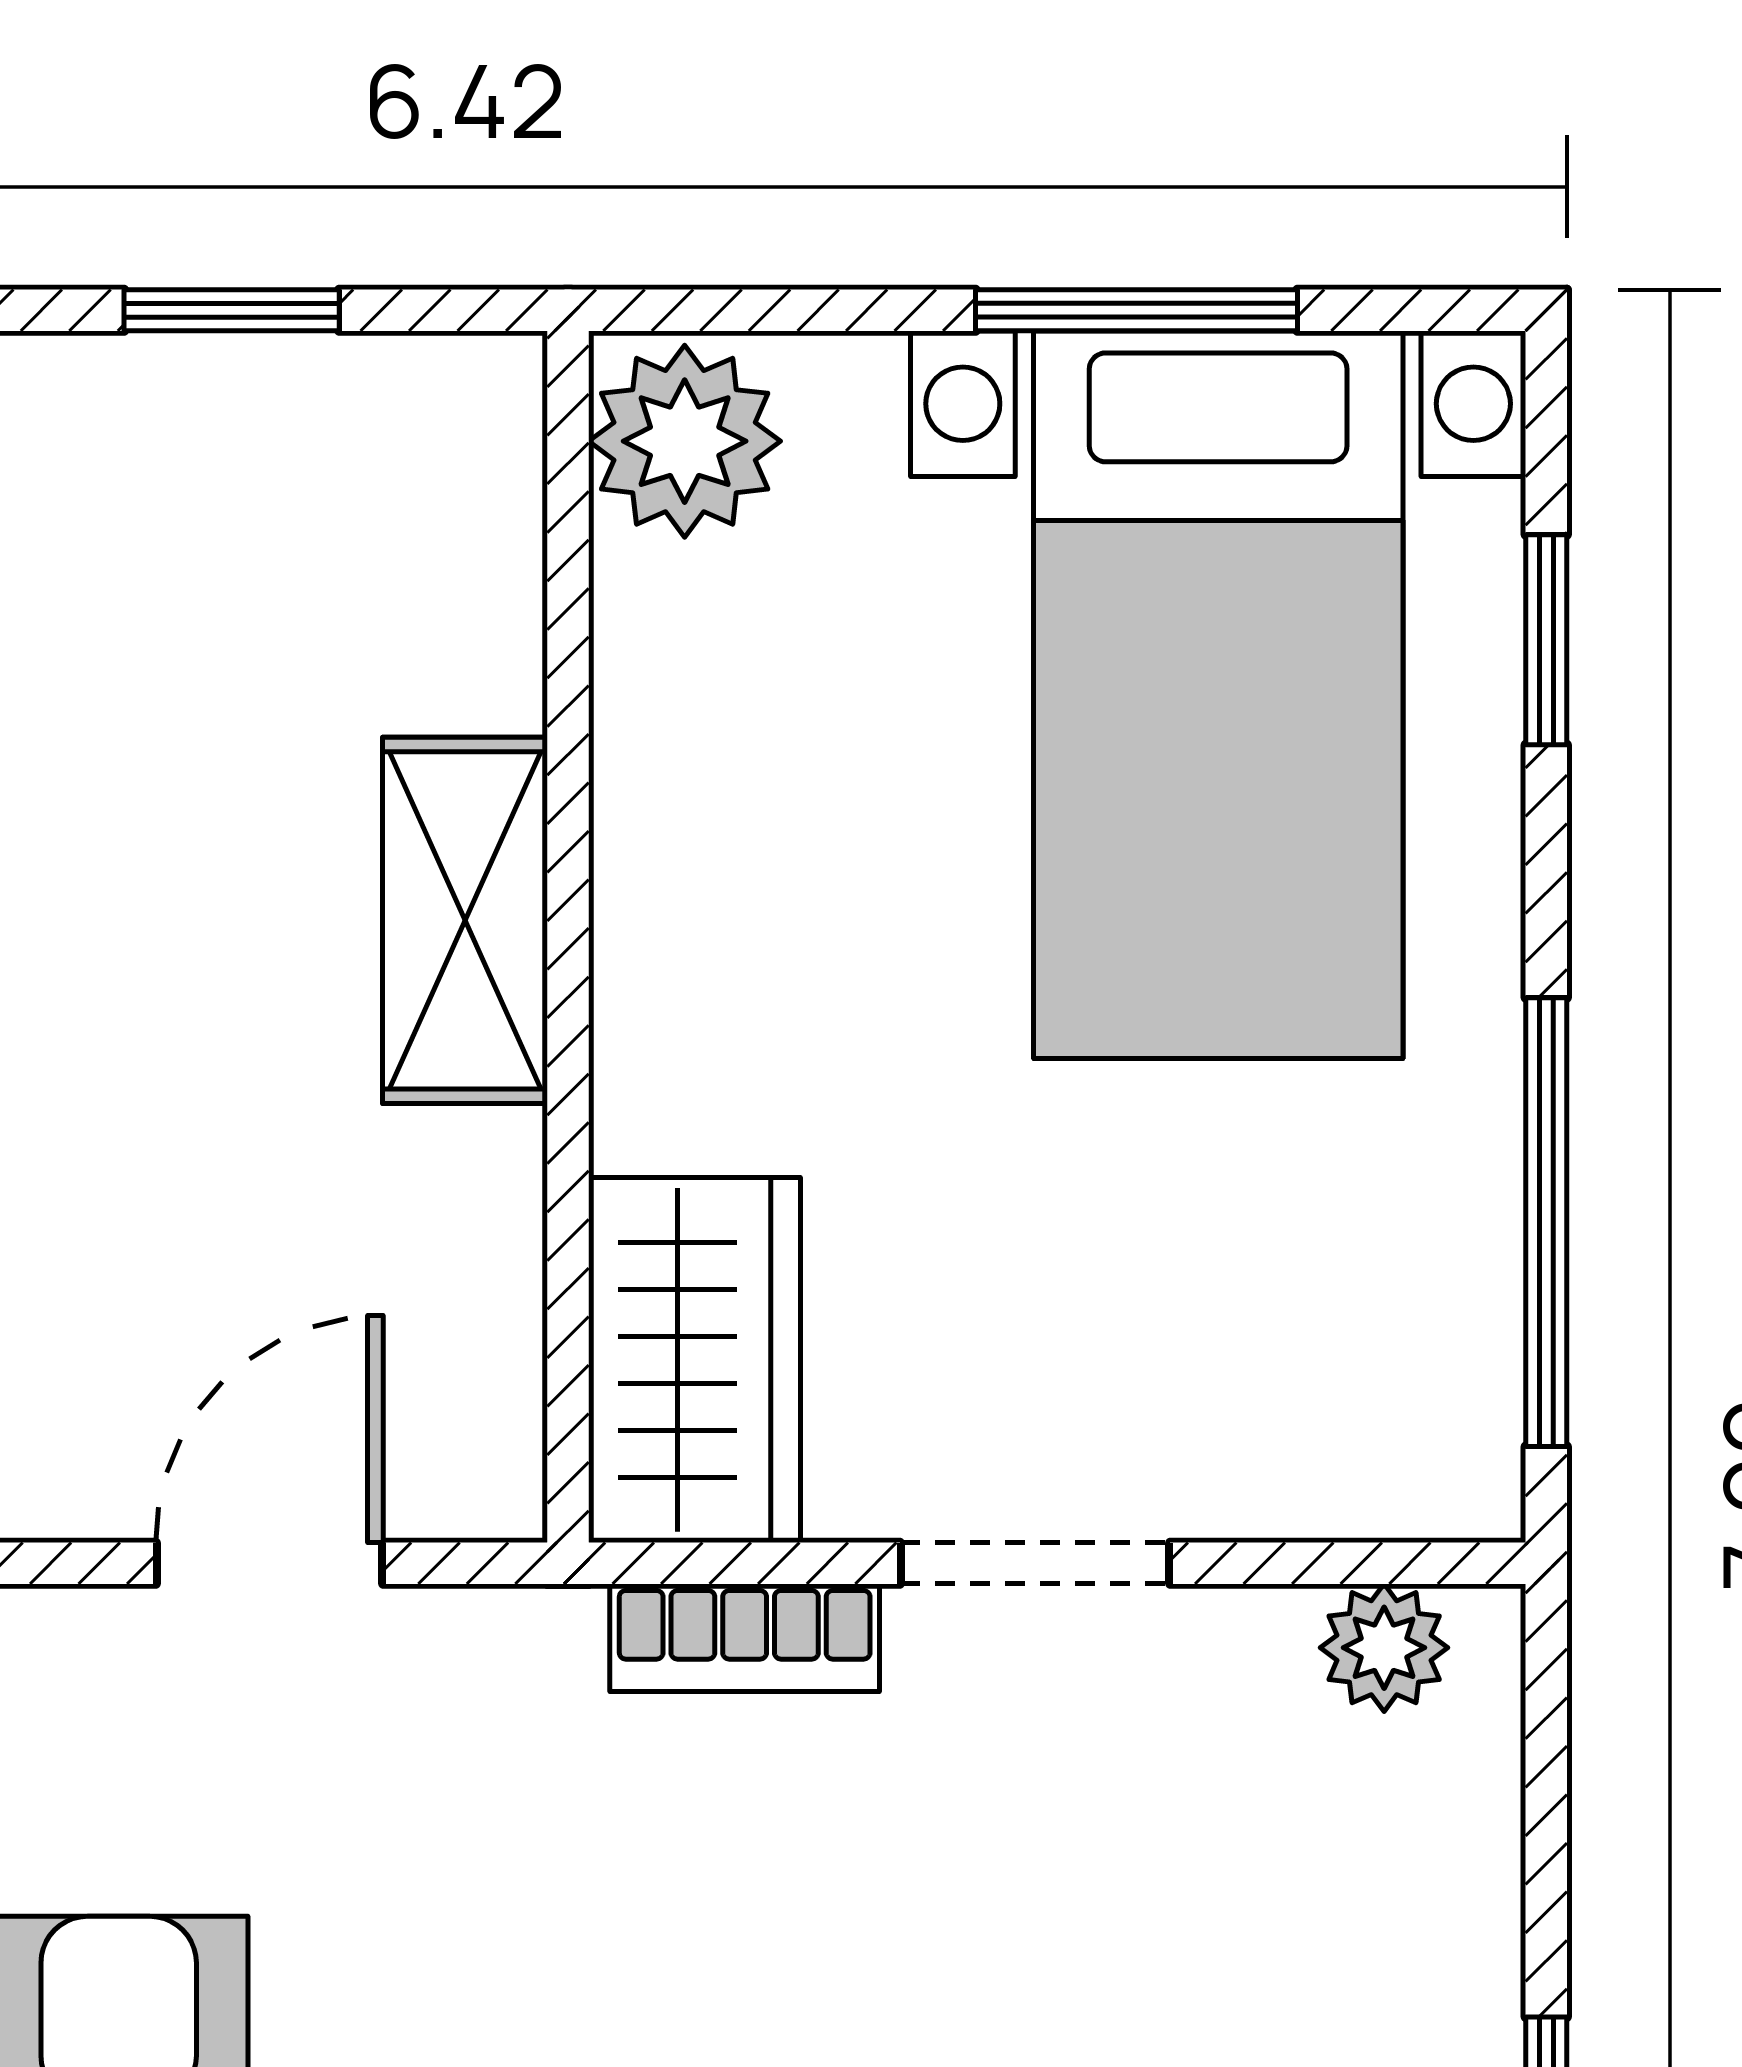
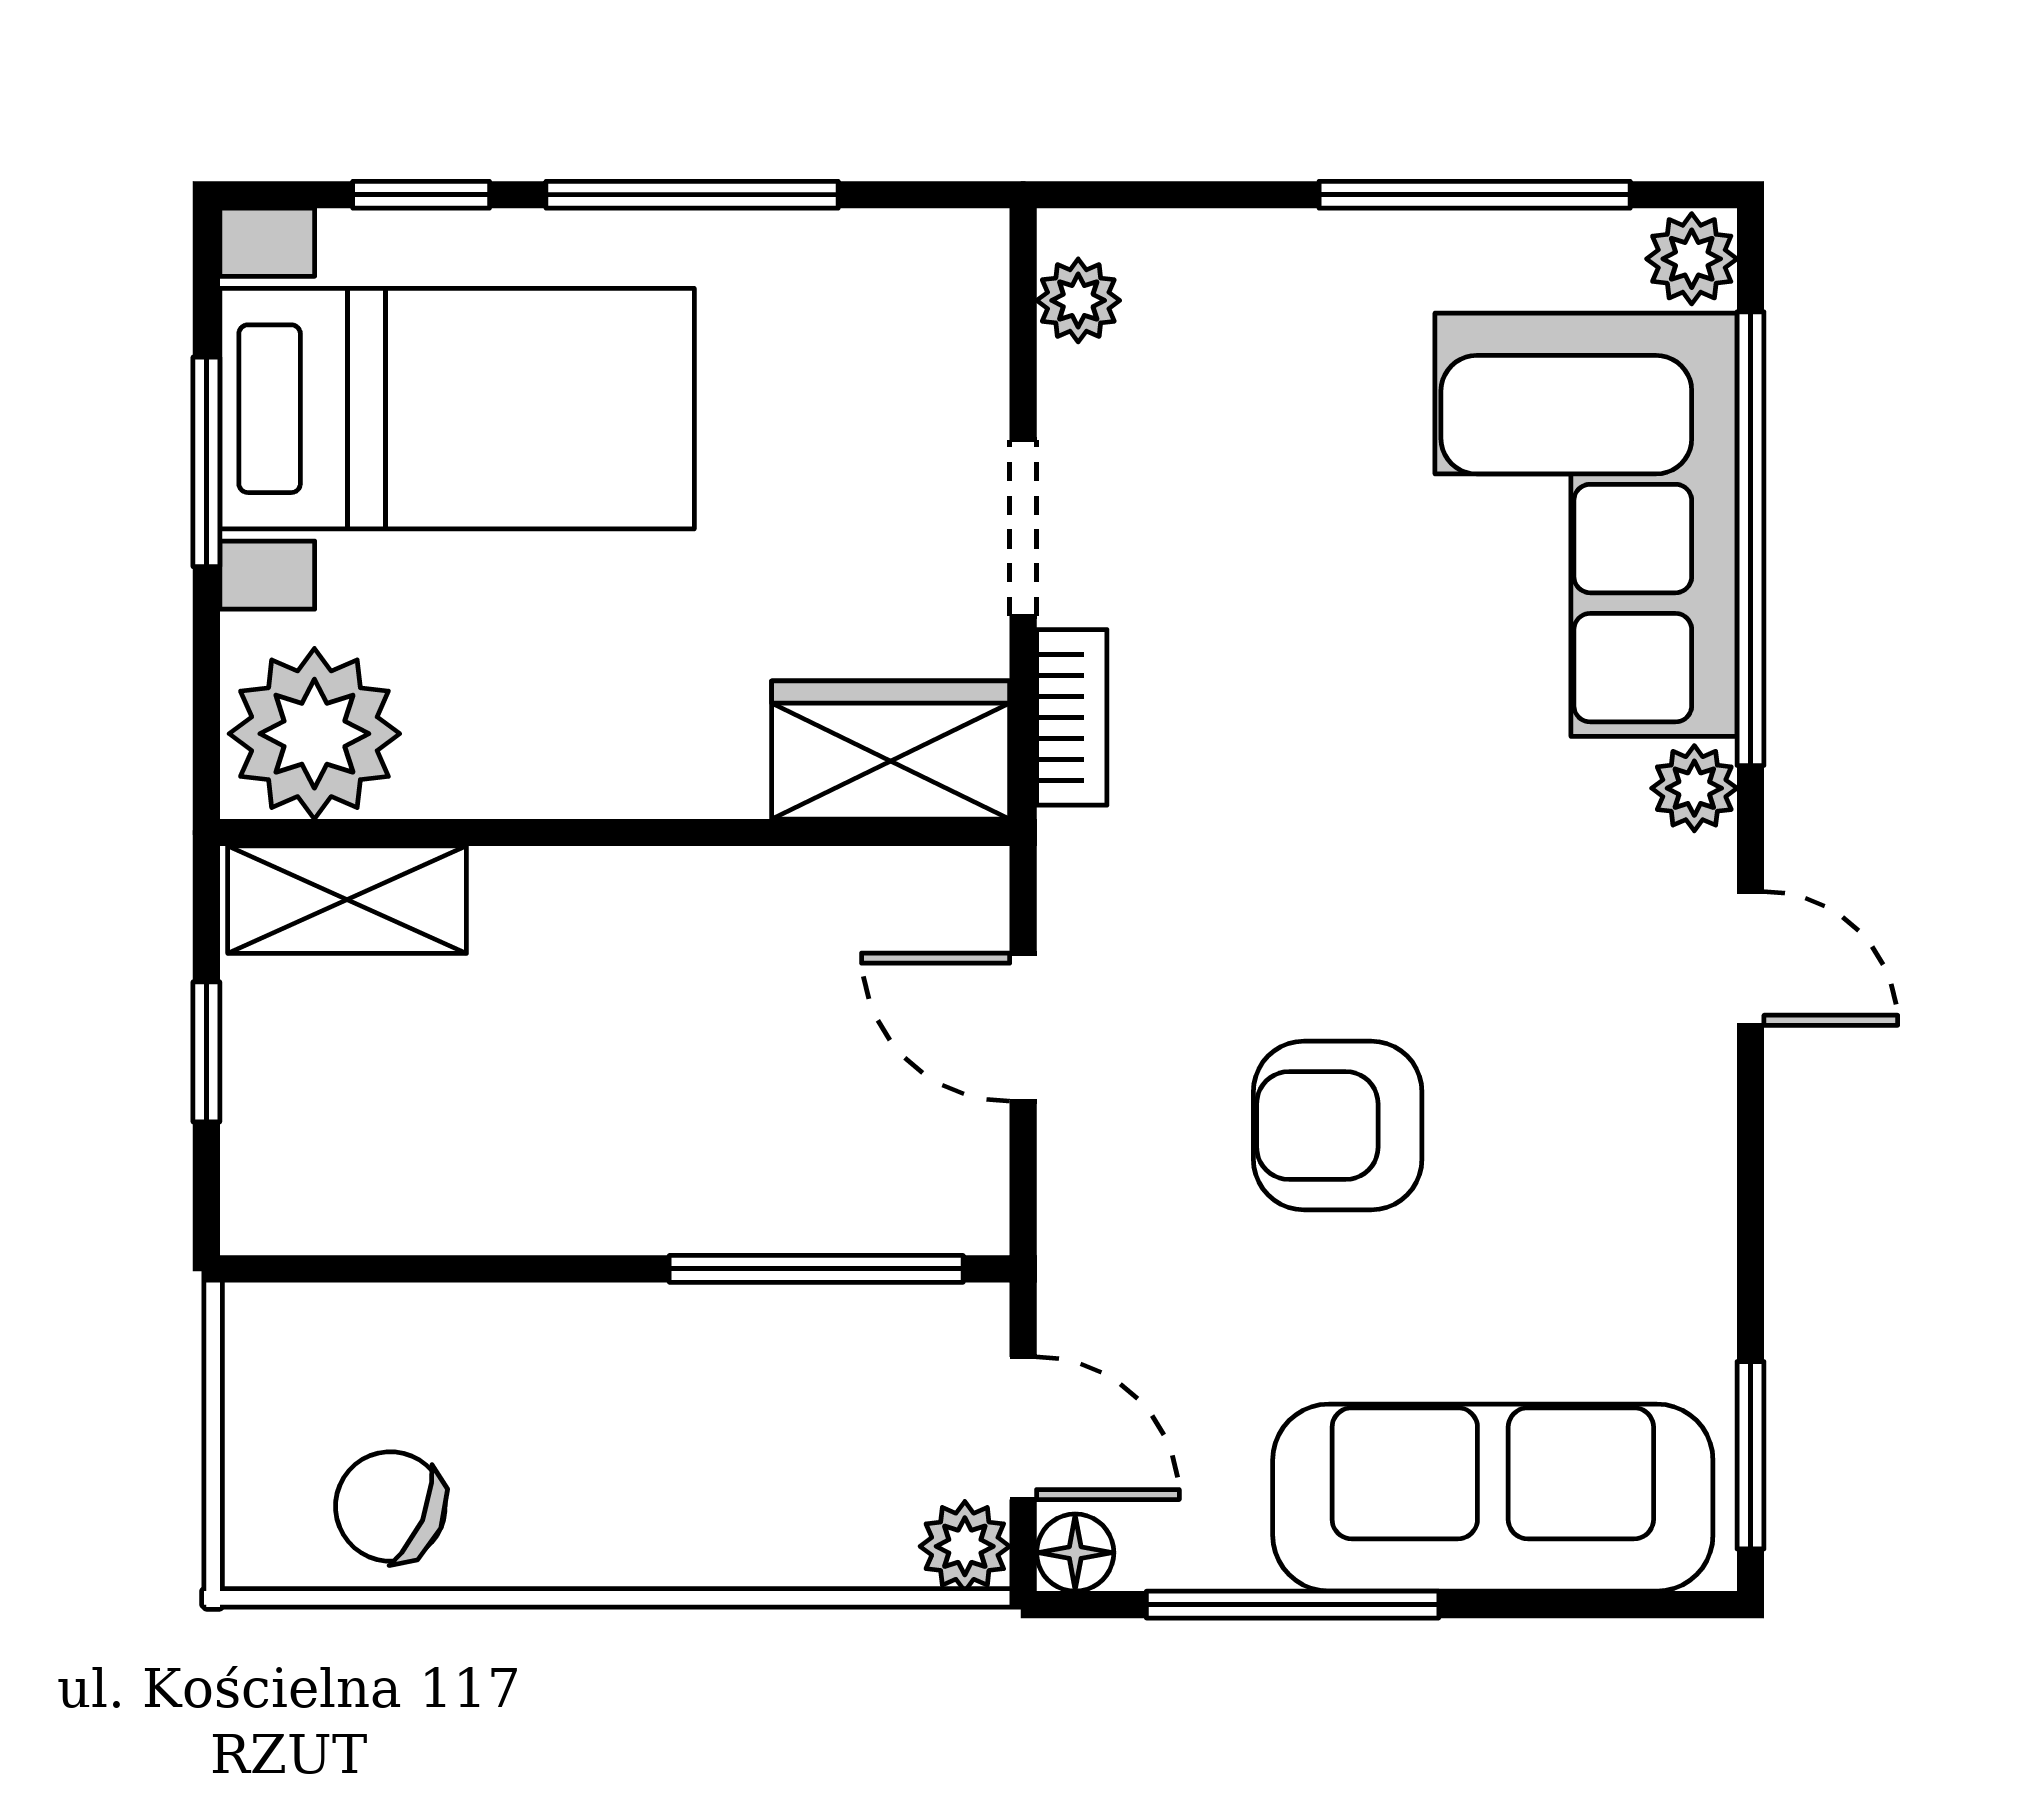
plant: (685, 441) -> (314, 734), width x1.36, depth x1.36
shelving: (465, 920) -> (347, 900), moved
window: (1546, 1222) -> (692, 195), moved

